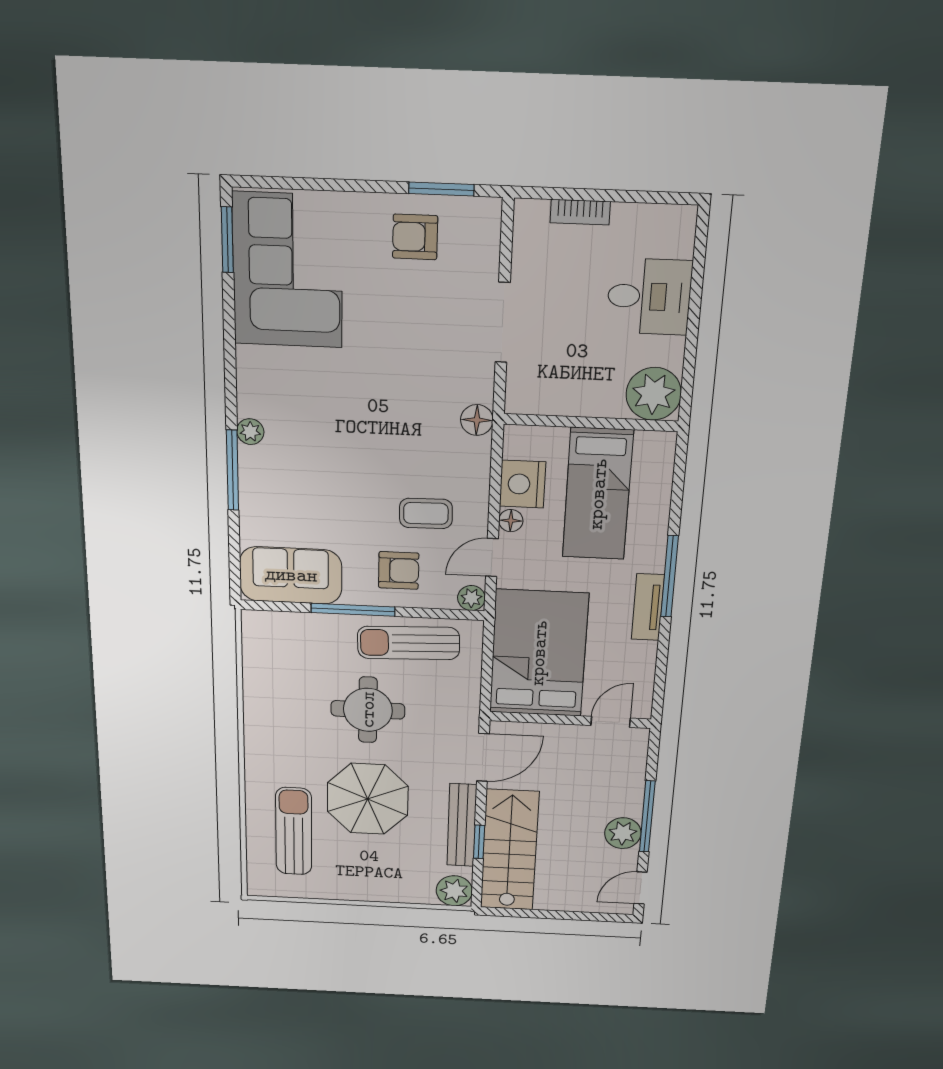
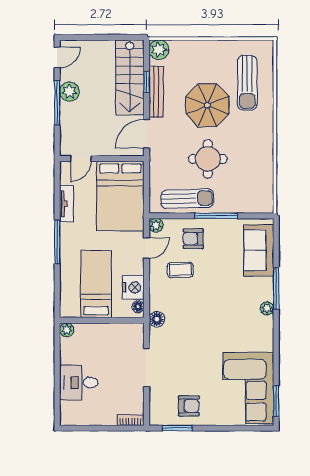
bookcase: (580, 212) -> (130, 420), moved
plant: (654, 394) -> (67, 330), width x0.53, depth x0.53
floor lamp: (511, 521) -> (138, 307), moved
sofa: (291, 575) -> (259, 250), moved, turned 90
tv unit: (648, 607) -> (67, 204), moved

